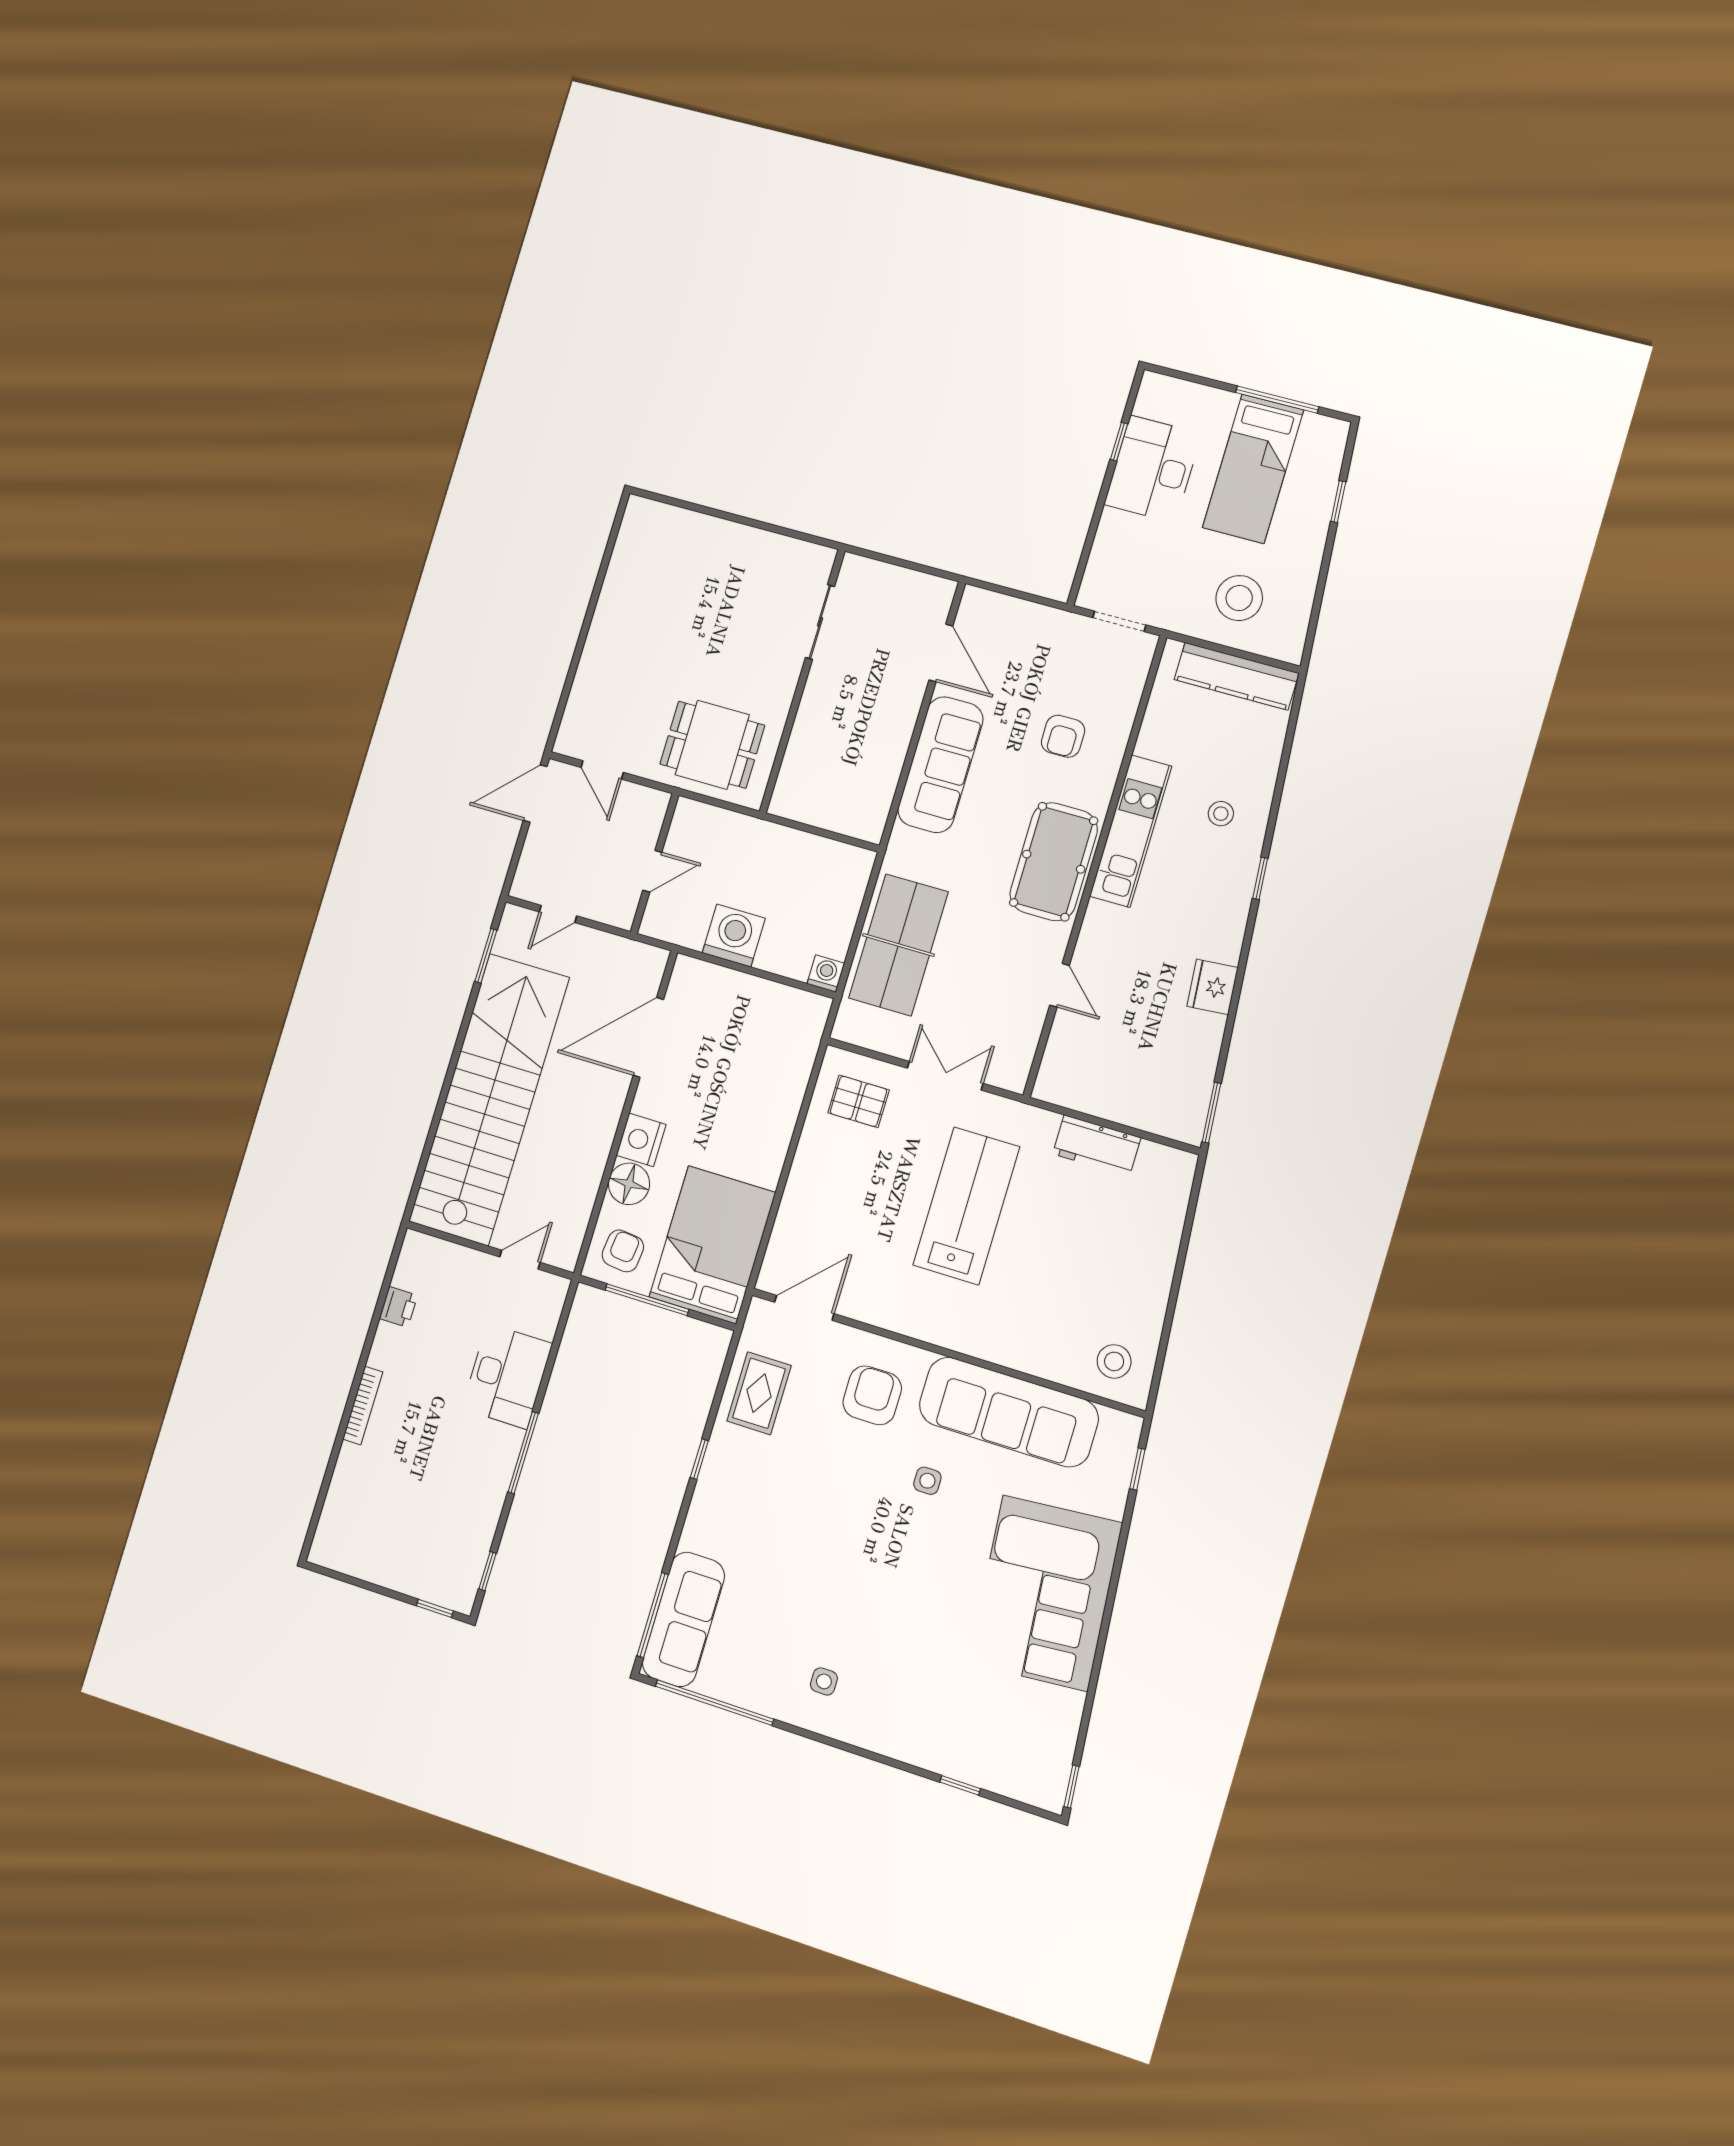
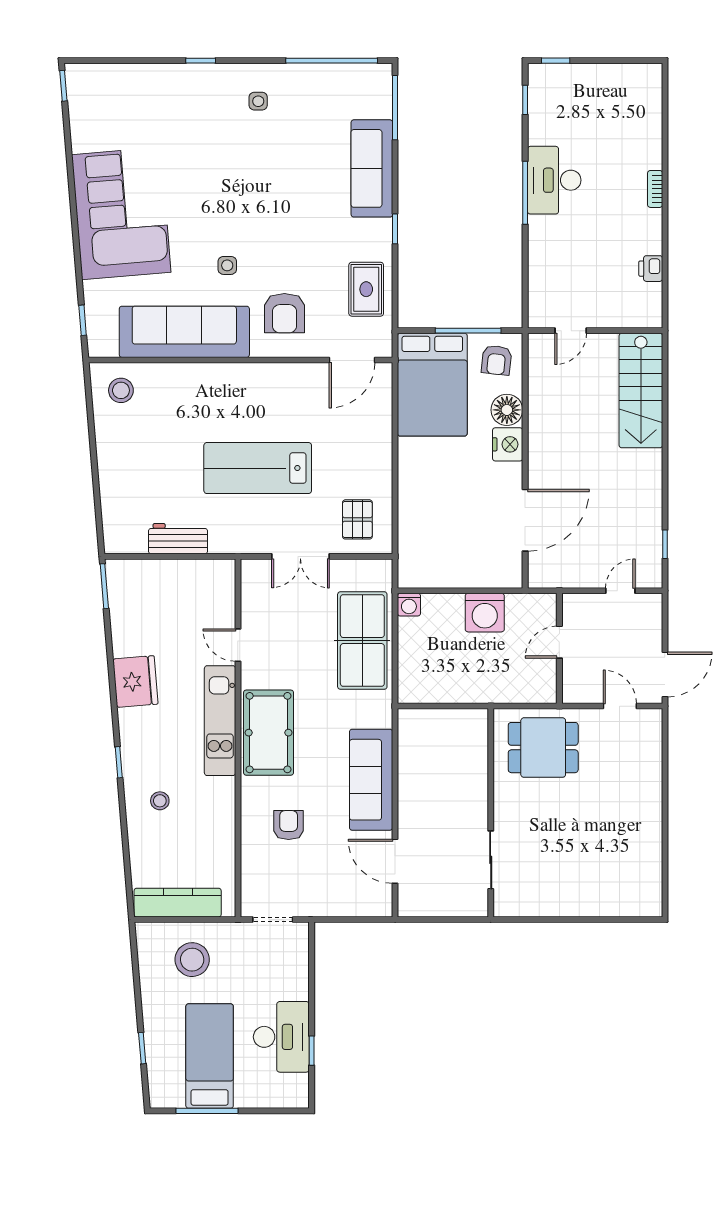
kitchen unit: (1131, 831) -> (220, 721), moved
window: (486, 956) -> (665, 544), width x0.67
fridge: (1212, 987) -> (135, 681), width x1.36, depth x1.34
stairs: (489, 1099) -> (641, 391), width x0.54, depth x0.66
pallet: (859, 1101) -> (357, 519), turned 90
lab bench: (966, 1206) -> (258, 468), turned 90
desk: (507, 1376) -> (554, 180), moved
bookcase: (363, 1405) -> (655, 189), width x0.64
sofa: (683, 1619) -> (372, 168), moved
window: (960, 1785) -> (201, 61), moved

